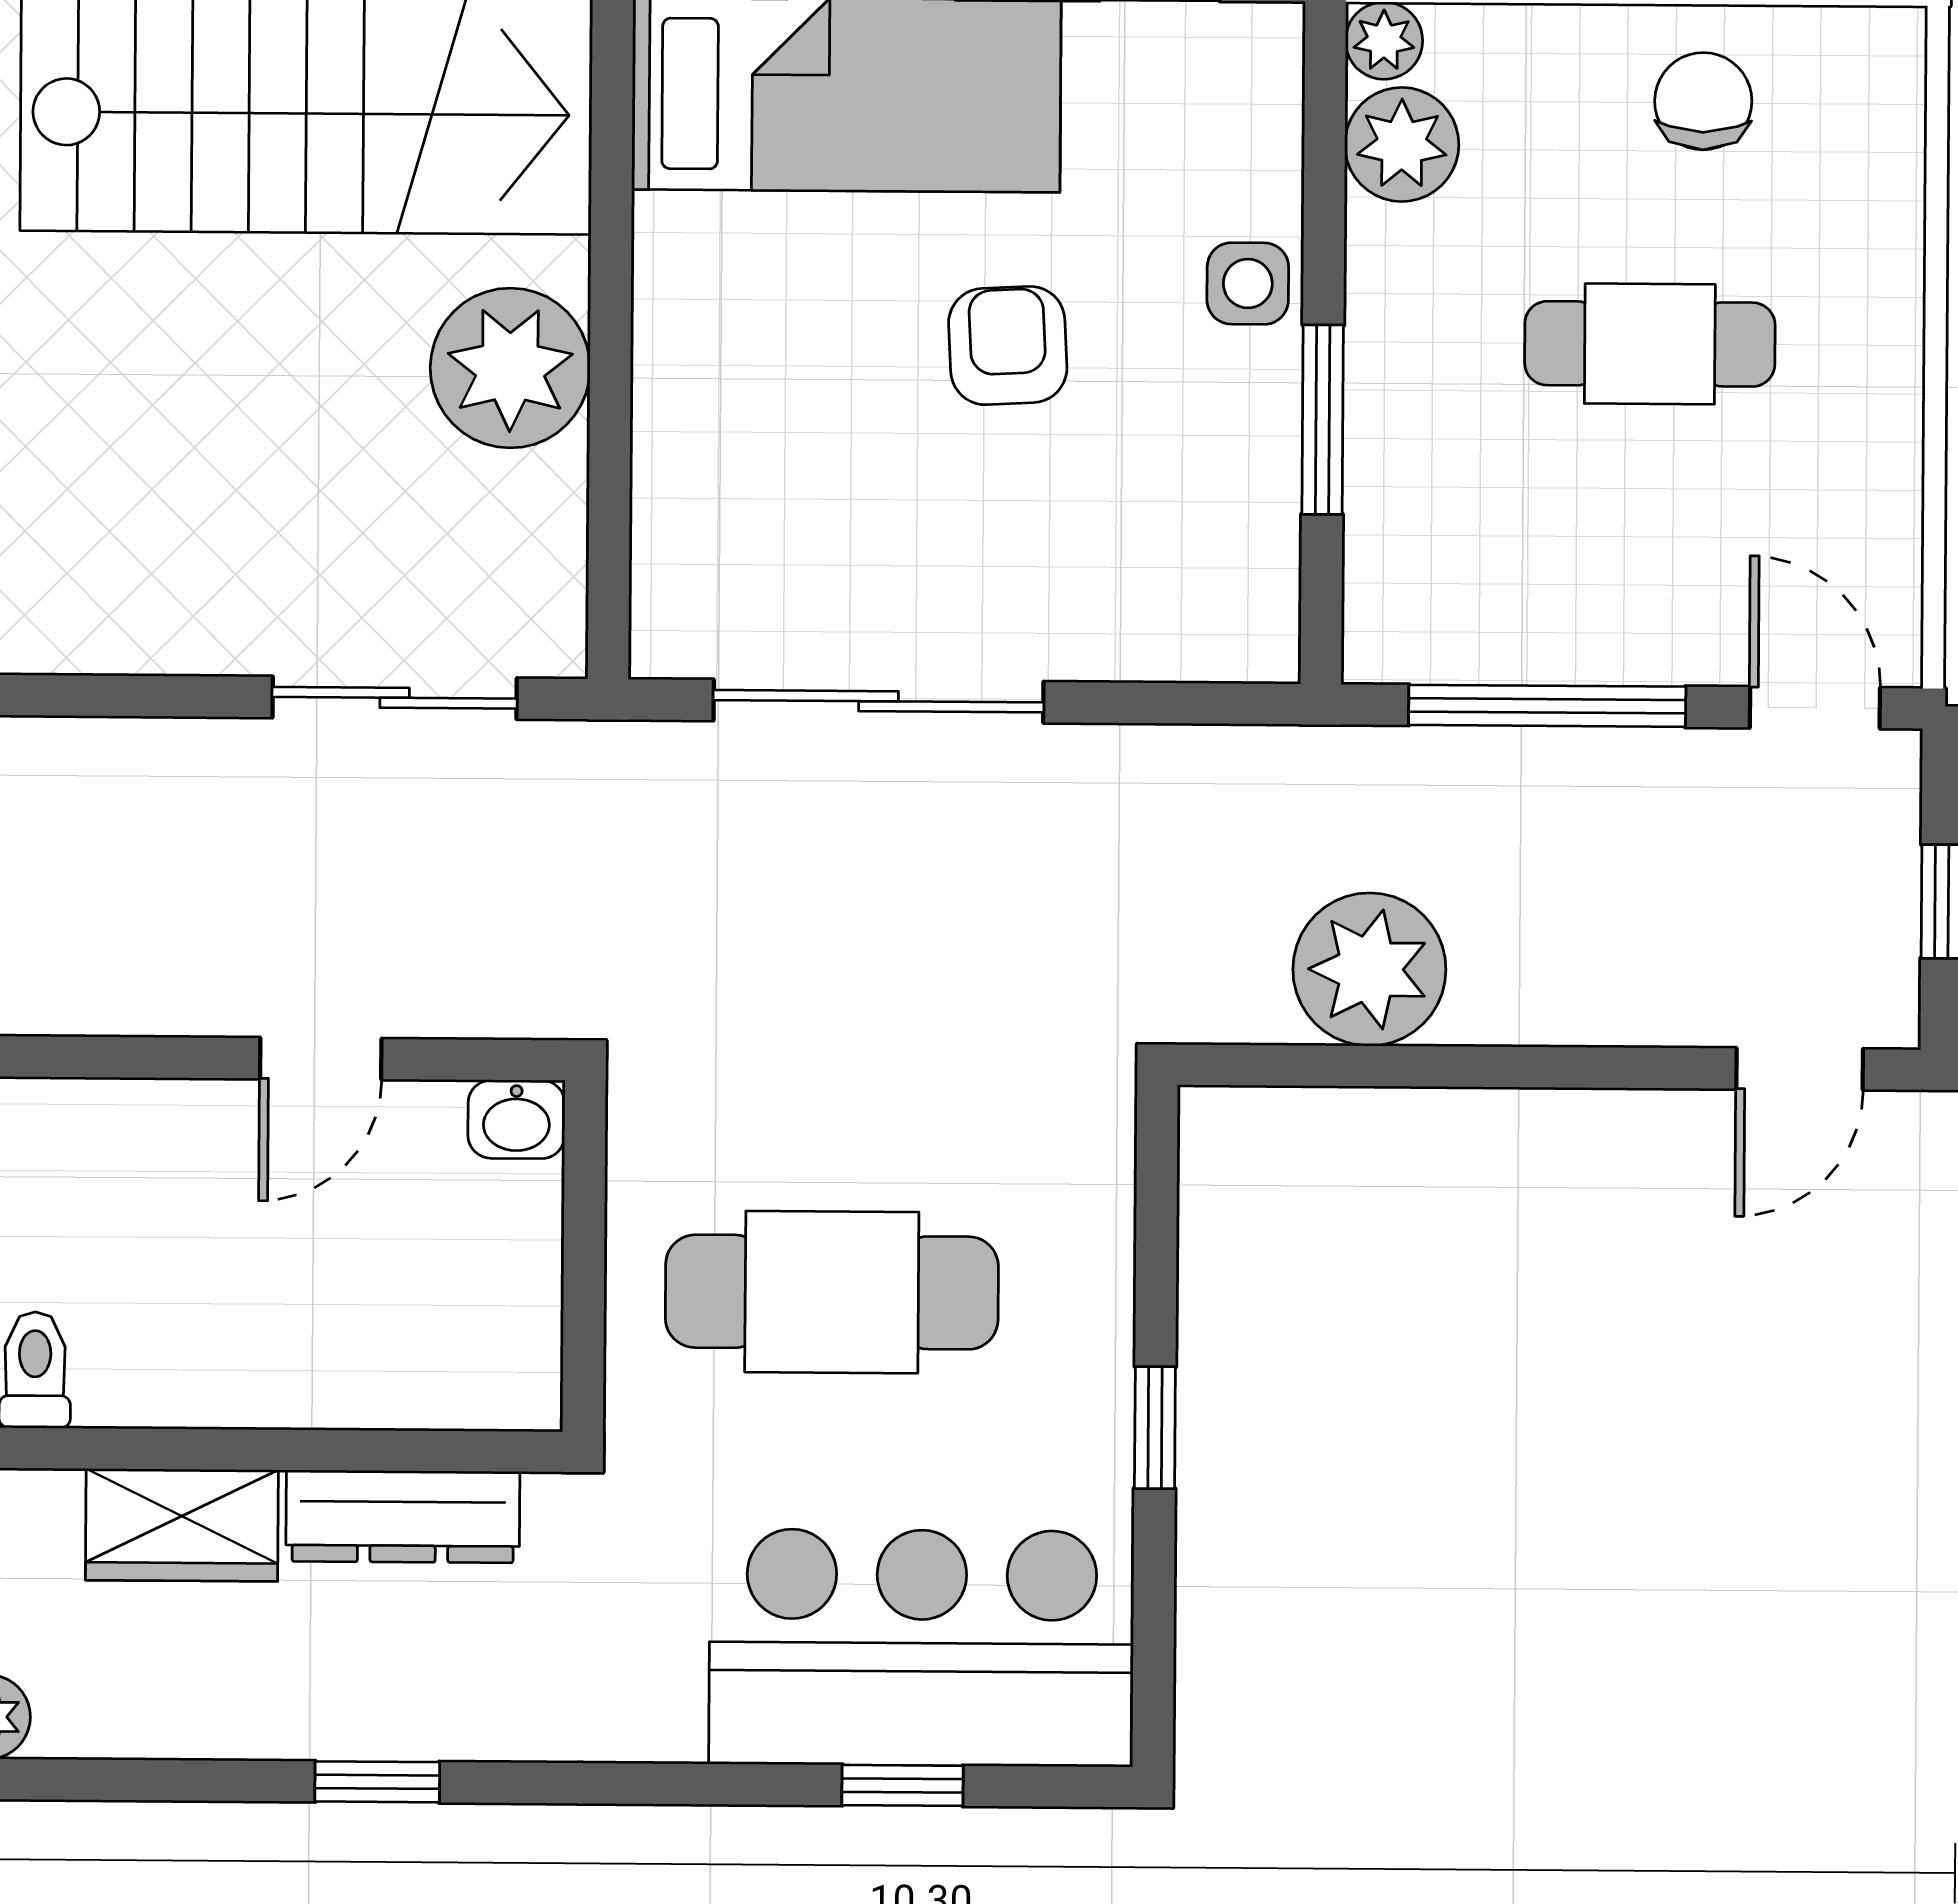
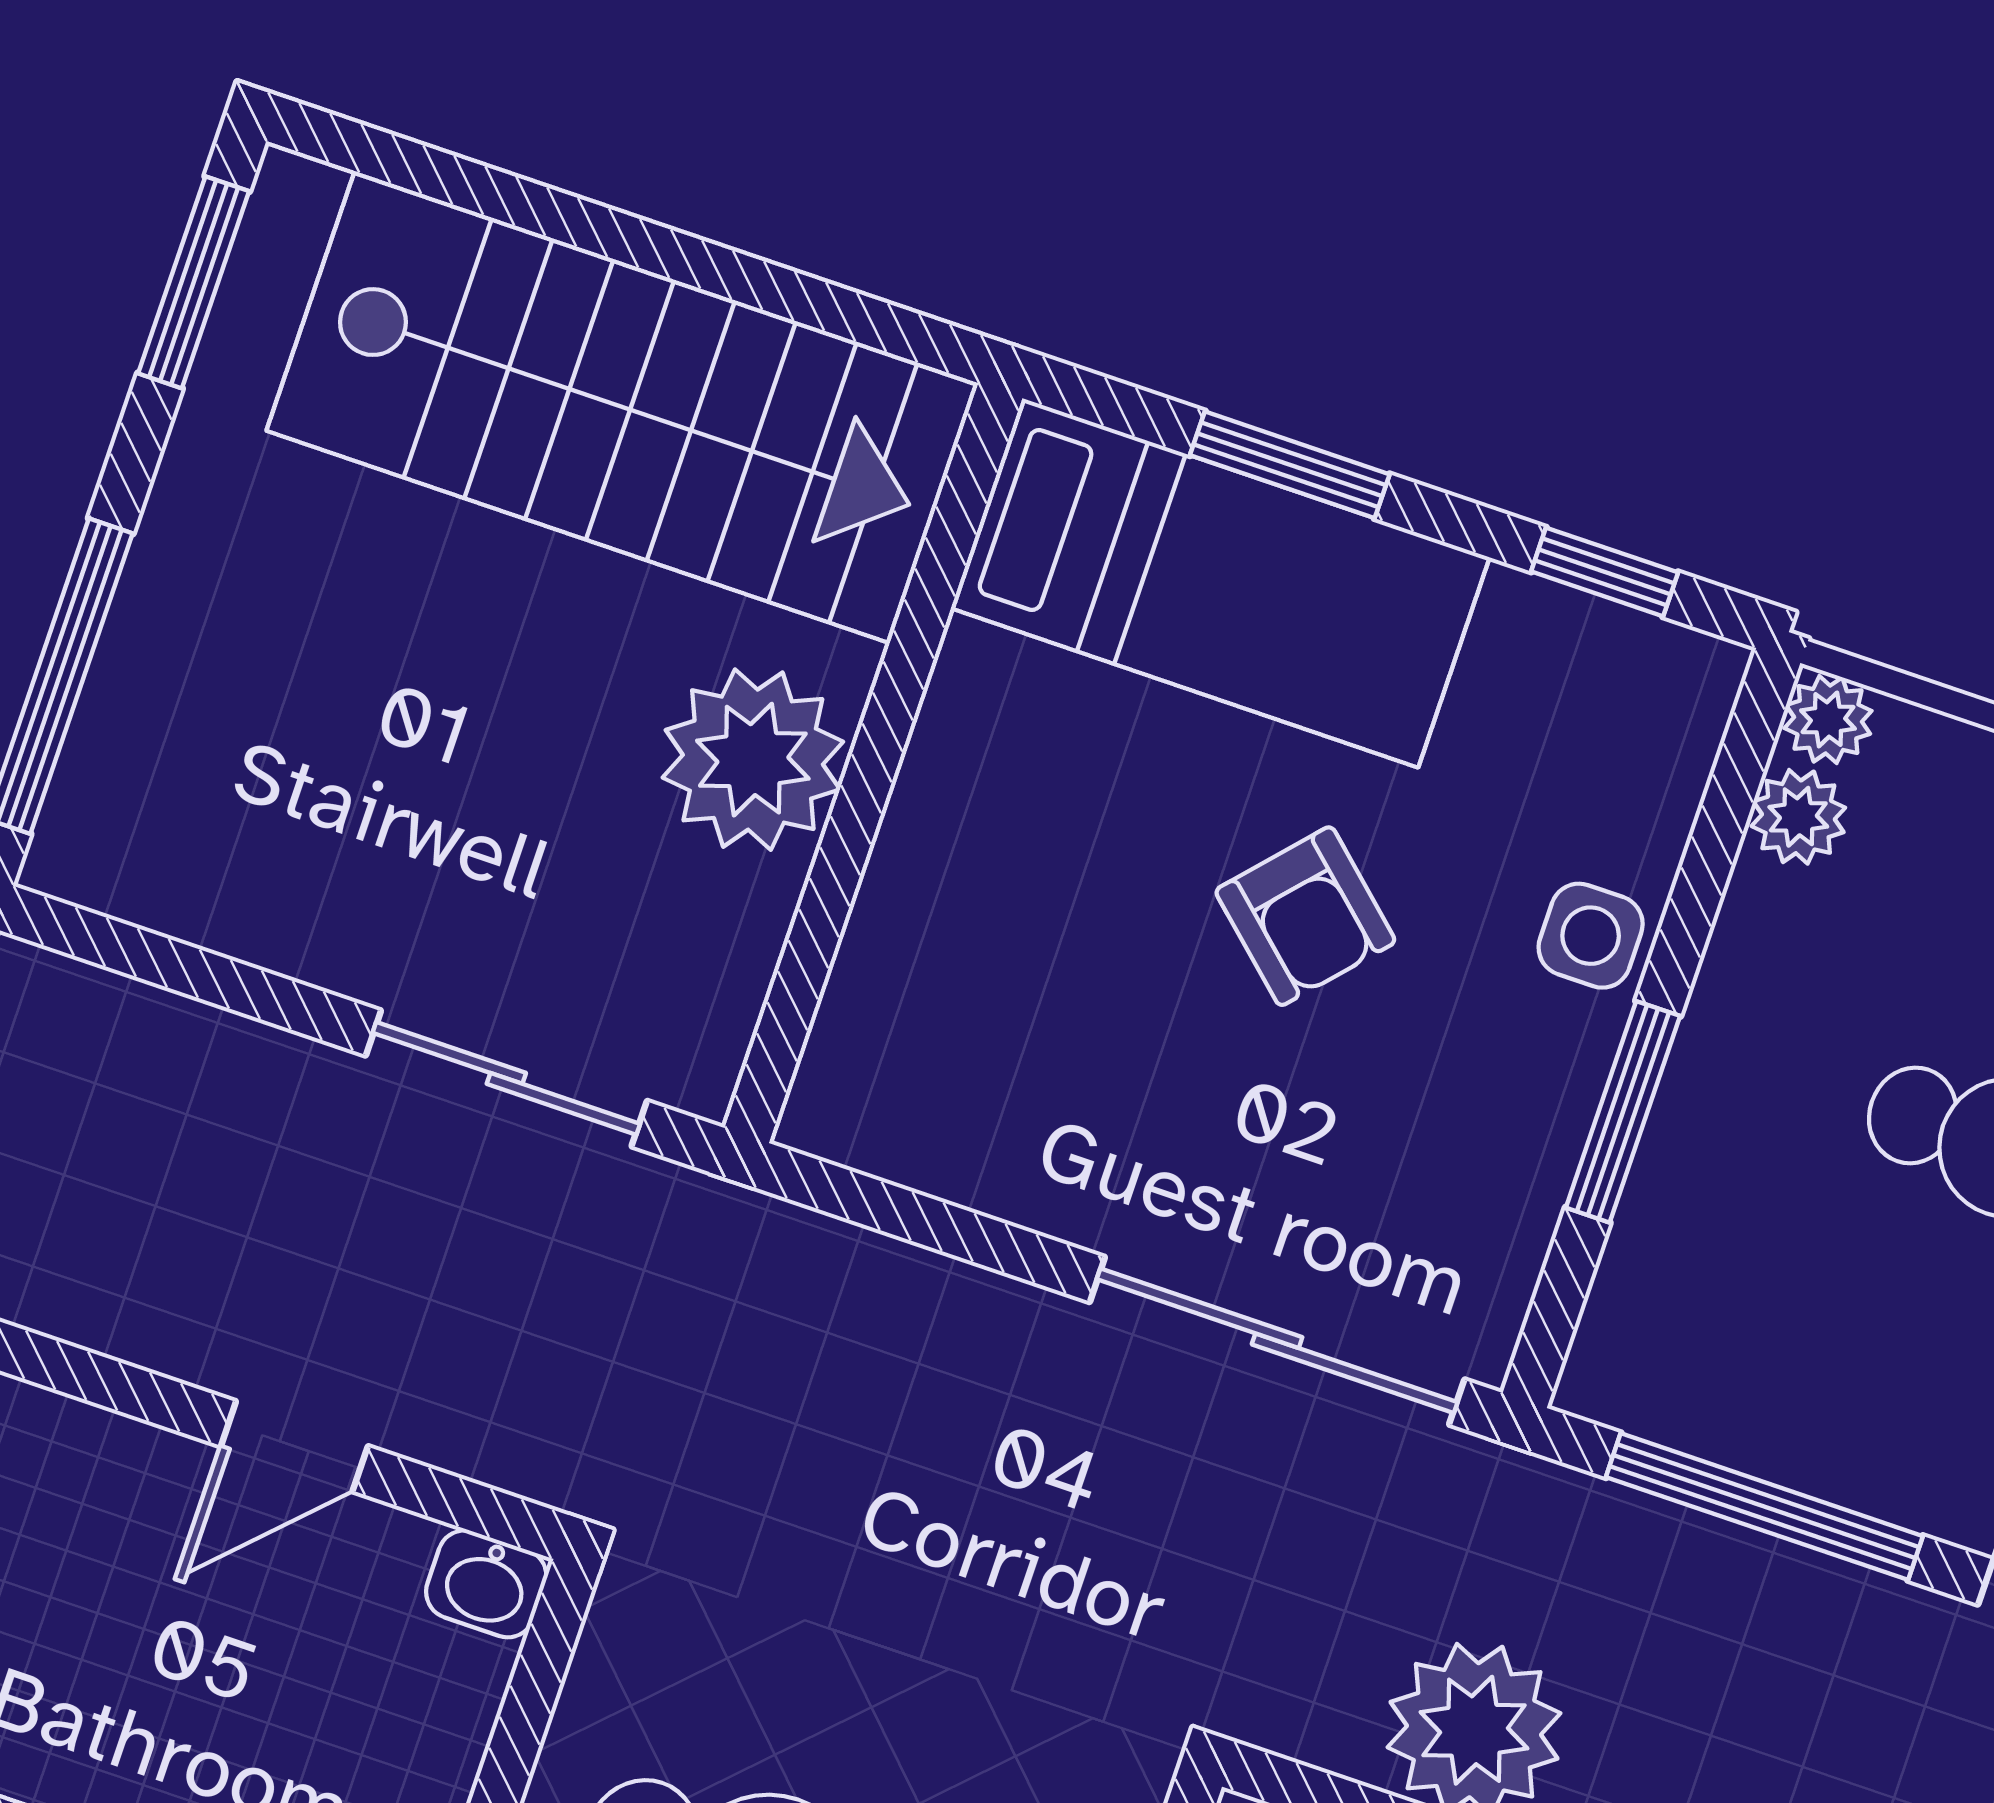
plant: (1402, 145) -> (1798, 817), width x0.73, depth x0.73
armchair: (1008, 346) -> (1305, 916), turned 135
sliding door: (878, 701) -> (1277, 1341), moved

